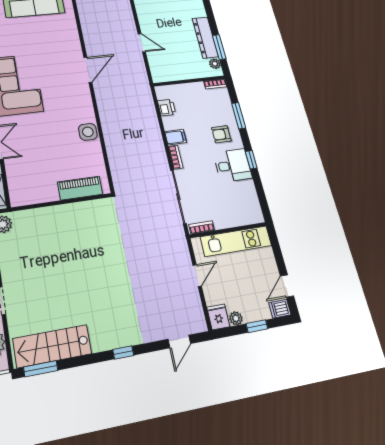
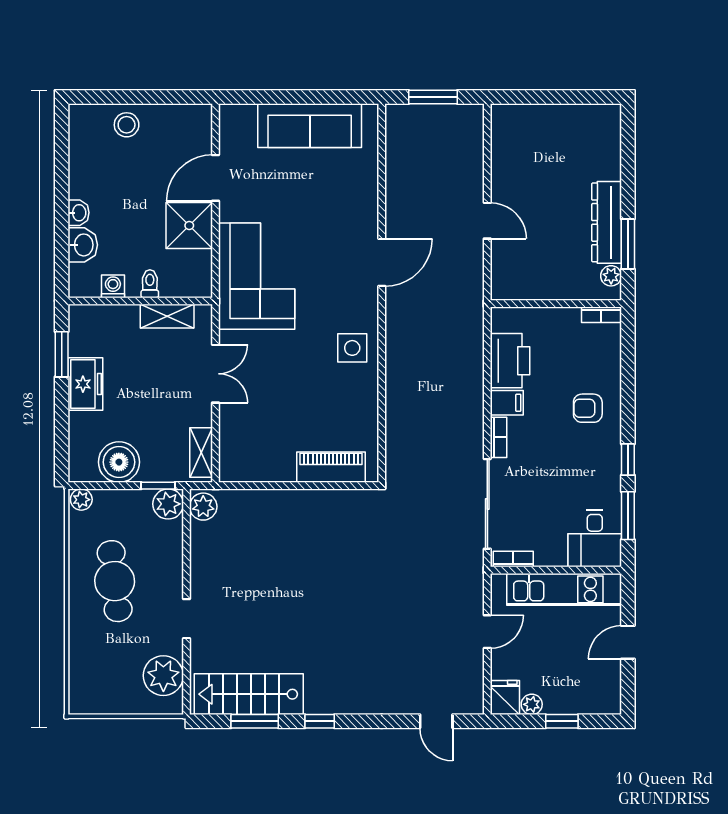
printer: (167, 108) -> (510, 361), width x1.87, depth x1.48
window: (239, 116) -> (628, 516), moved
side table: (88, 132) -> (352, 348), moved
desk: (233, 165) -> (595, 538), moved, turned 90
door: (287, 286) -> (628, 642), moved
dishwasher: (280, 309) -> (606, 703), removed
door: (179, 341) -> (436, 721), hinge flipped
window: (123, 352) -> (320, 721), moved
window: (41, 369) -> (255, 721), moved

